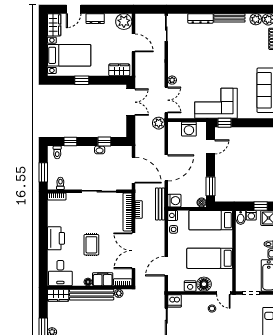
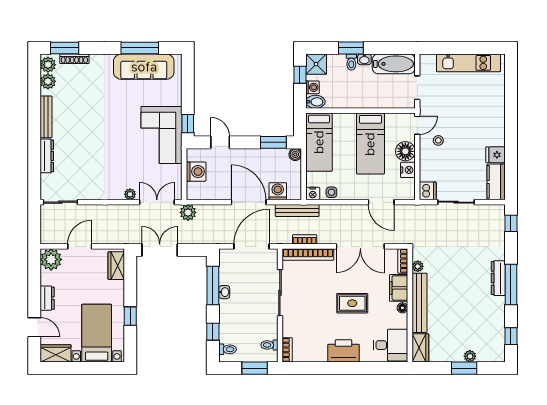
window: (104, 141) -> (213, 286), width x2.17
washing machine: (174, 201) -> (278, 191), moved

